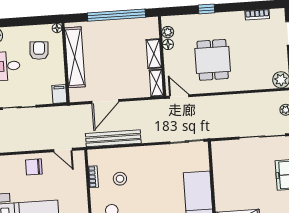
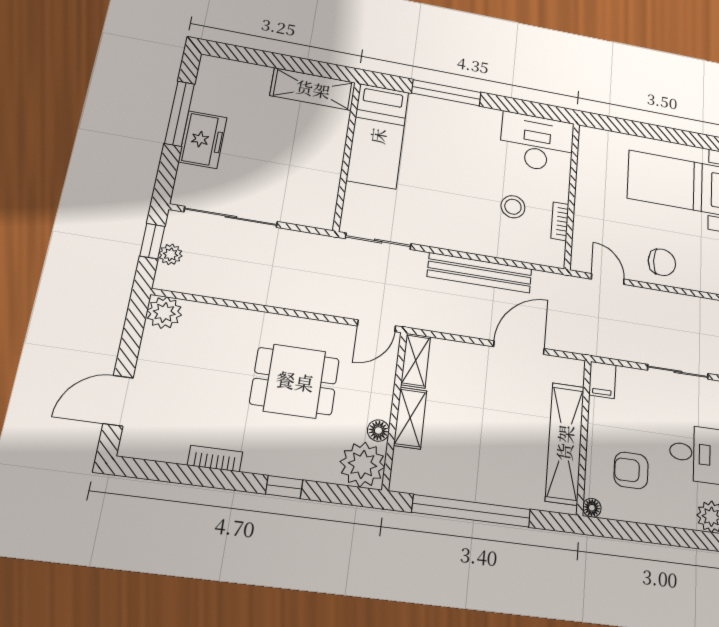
bookcase: (257, 15) -> (215, 459), moved
plant: (168, 32) -> (362, 464), width x1.87, depth x1.87
armchair: (39, 51) -> (631, 470), turned 86
dining table: (213, 60) -> (295, 381), turned 90
door: (179, 96) -> (376, 326), hinge flipped
bench: (113, 138) -> (480, 273), moved

